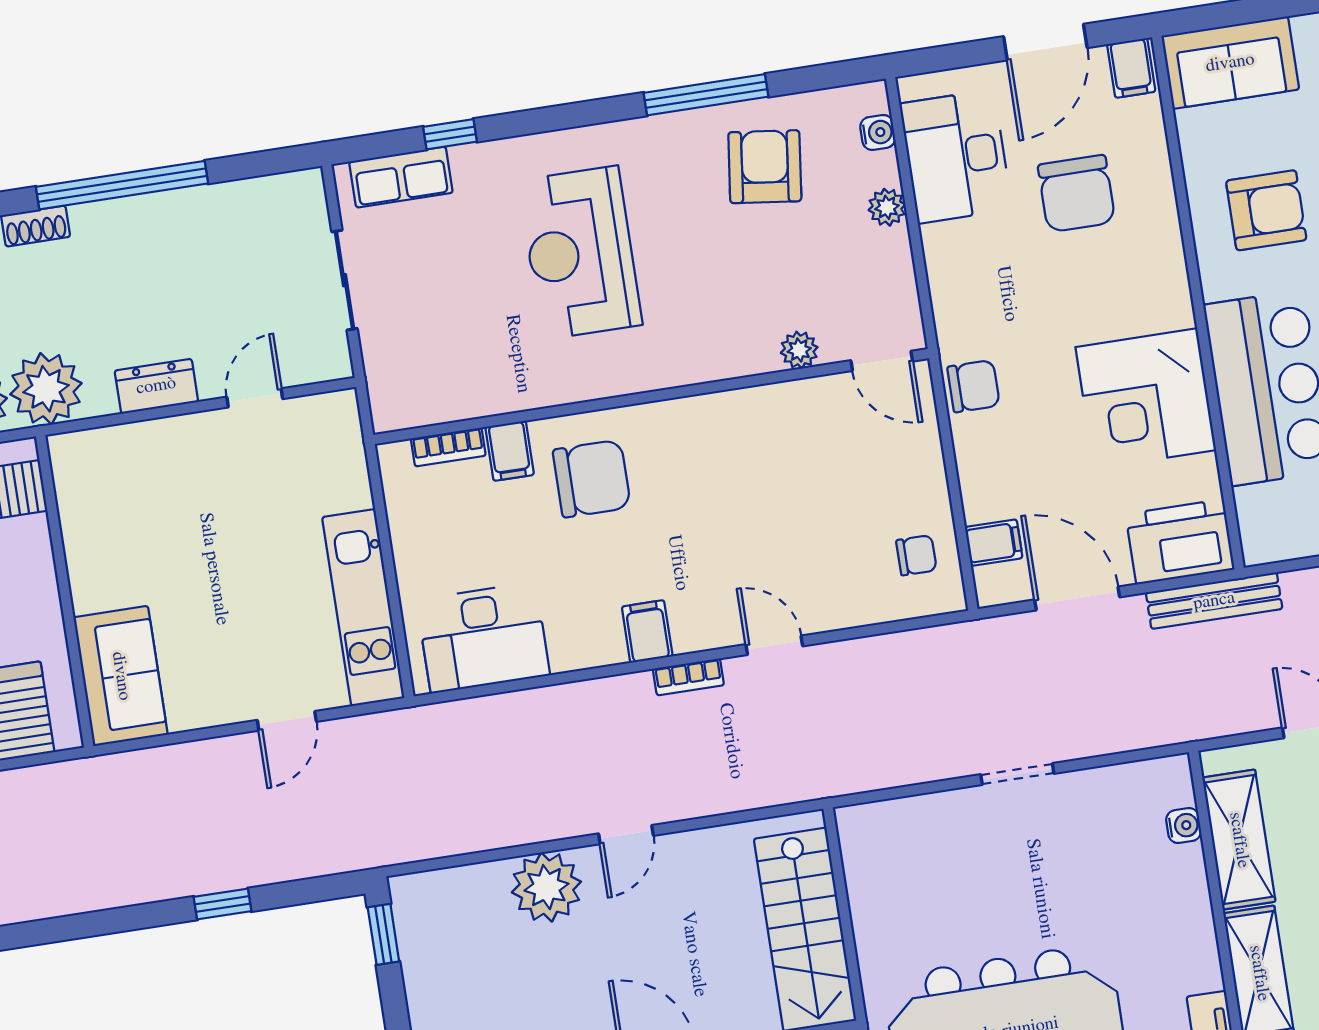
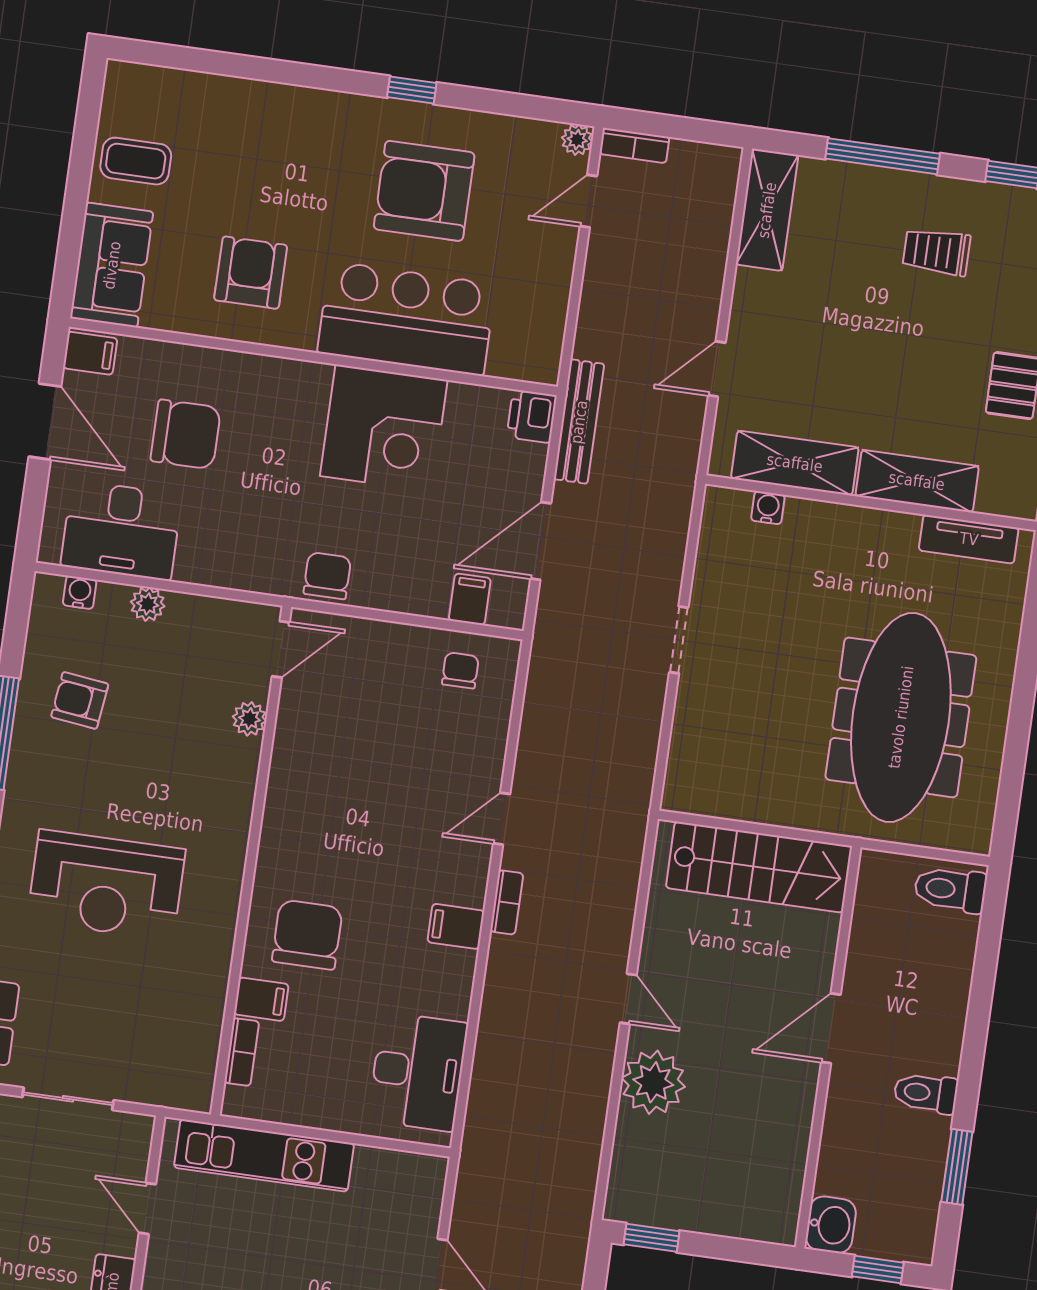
armchair: (765, 167) -> (80, 700), width x0.72, depth x0.72
printer: (1180, 542) -> (532, 416), width x0.53, depth x0.68
kitchen unit: (363, 608) -> (264, 1155), moved

